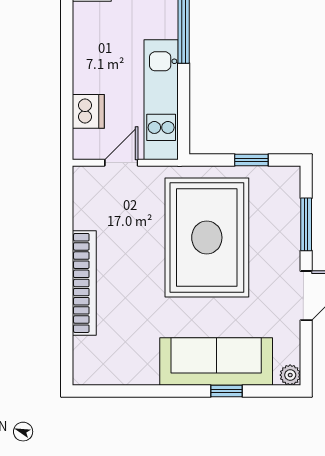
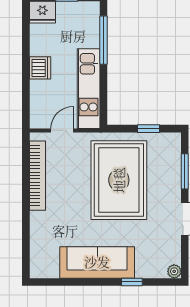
dishwasher: (88, 111) -> (40, 68), moved
bookcase: (84, 283) -> (37, 176), moved
sofa: (216, 362) -> (97, 262), moved

